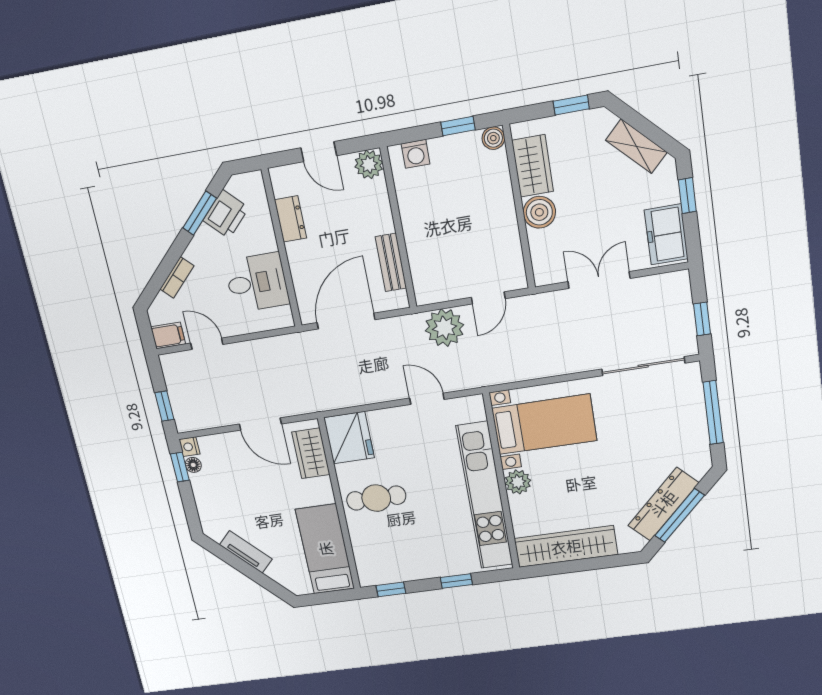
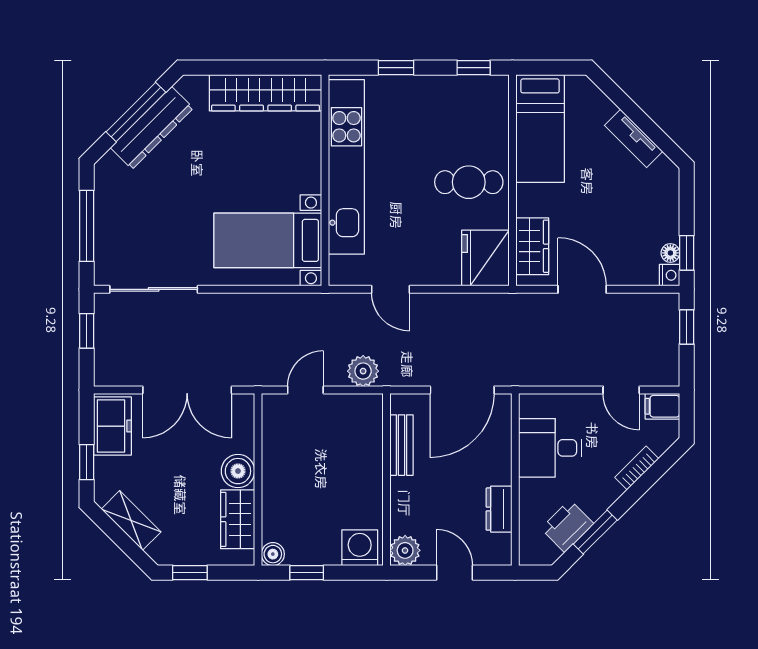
washing machine: (416, 154) -> (360, 548), width x1.38, depth x1.38
double door: (599, 280) -> (187, 390), width x1.37
plant: (444, 328) -> (363, 371), width x0.73, depth x0.73
plant: (518, 482) -> (307, 178), removed

